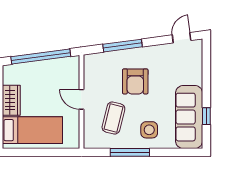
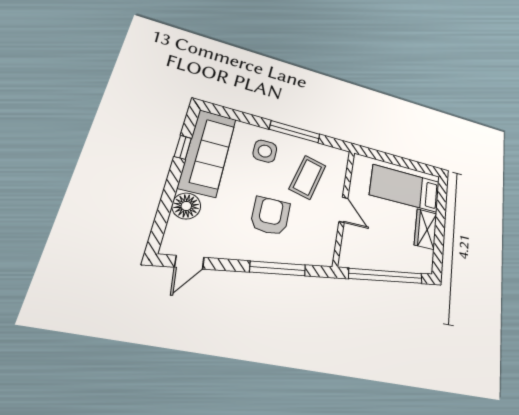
floor lamp: (193, 75) -> (186, 206), added

